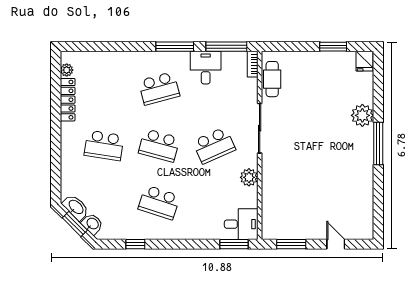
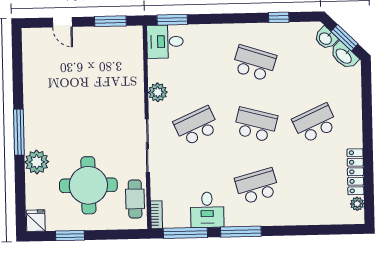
round table: (315, 93) -> (88, 185), added
school desk: (104, 145) -> (315, 123), turned -33

